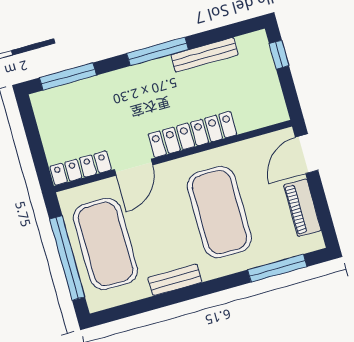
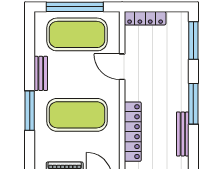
locker: (193, 134) -> (133, 132), moved
locker: (81, 168) -> (145, 18), moved, turned 90
window: (277, 268) -> (30, 111), moved

